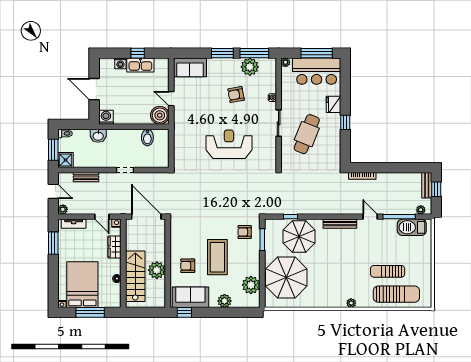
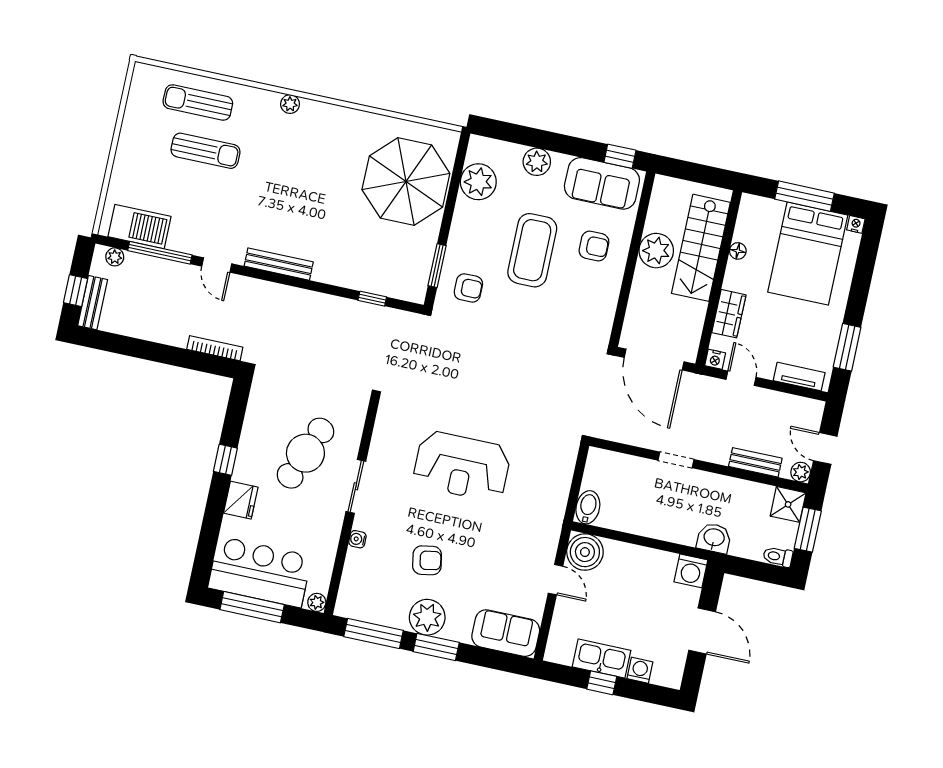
plant: (250, 67) -> (427, 617), moved
bidet: (147, 137) -> (588, 507), moved
plant: (63, 209) -> (801, 472), moved
parasol: (299, 236) -> (364, 256), removed
sun lounger: (396, 294) -> (198, 103), width x0.73, depth x0.75

